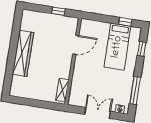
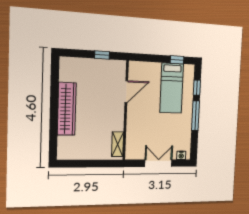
window: (135, 90) -> (196, 116), moved

